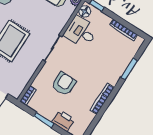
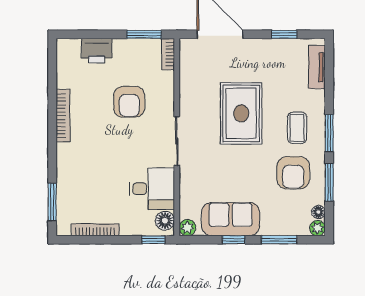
window: (129, 69) -> (52, 202), moved
window: (44, 120) -> (144, 34), moved

